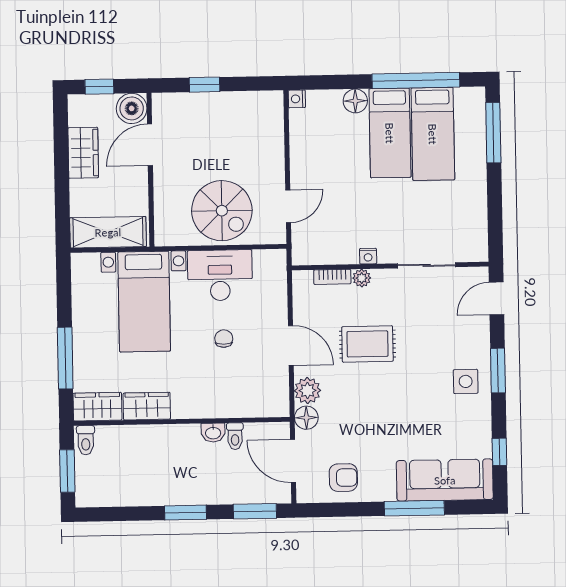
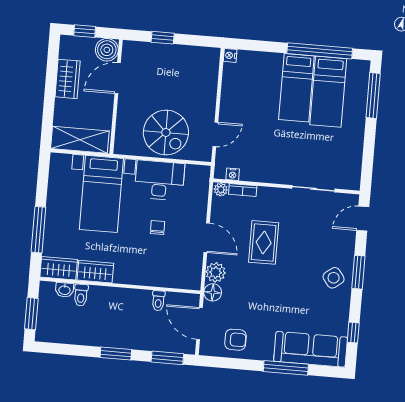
floor lamp: (355, 101) -> (273, 61), removed
nightstand: (368, 256) -> (233, 174), moved
plant: (362, 278) -> (221, 189), moved
rug: (367, 344) -> (264, 242), turned 90
side table: (466, 381) -> (334, 278), turned -37
washbasin: (213, 433) -> (64, 290), moved
toilet: (86, 440) -> (81, 295), moved

